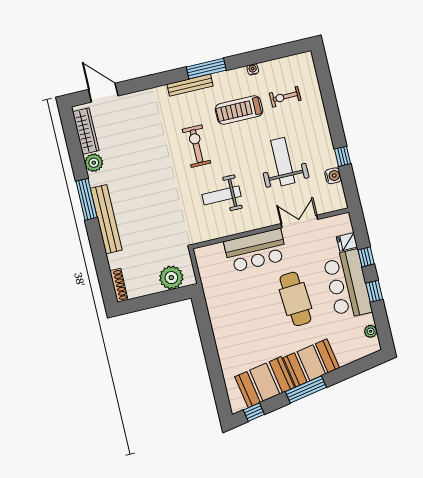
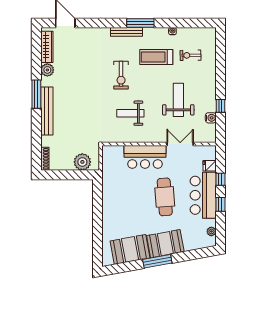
exercise bike: (196, 146) -> (121, 75), turned 180
window: (254, 412) -> (118, 268), removed

